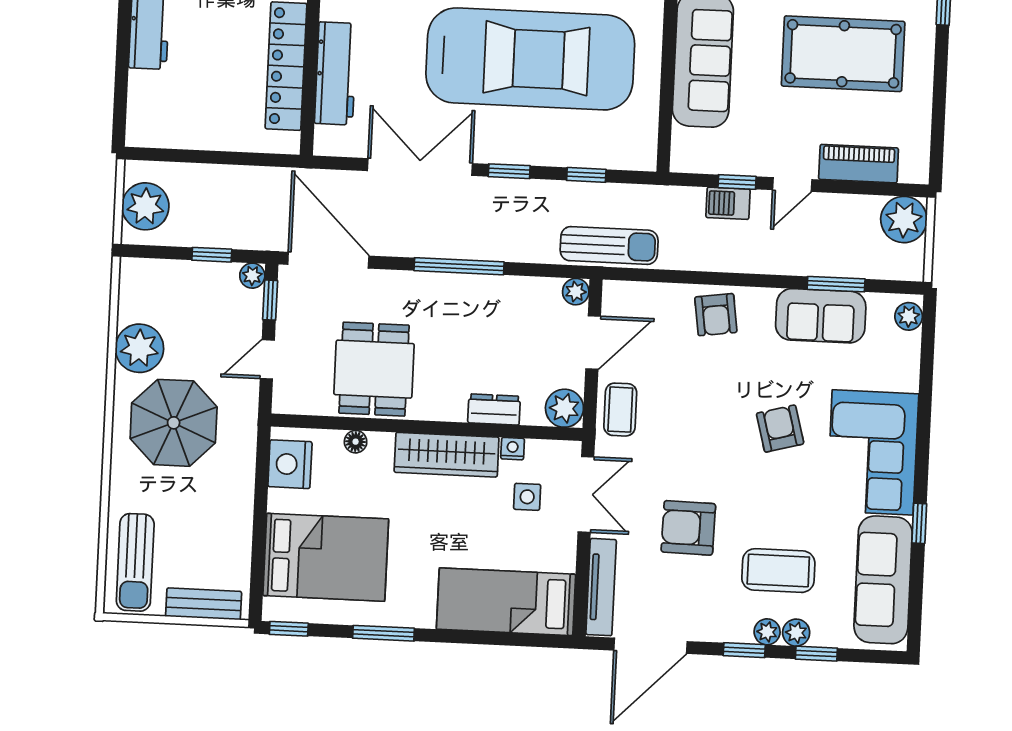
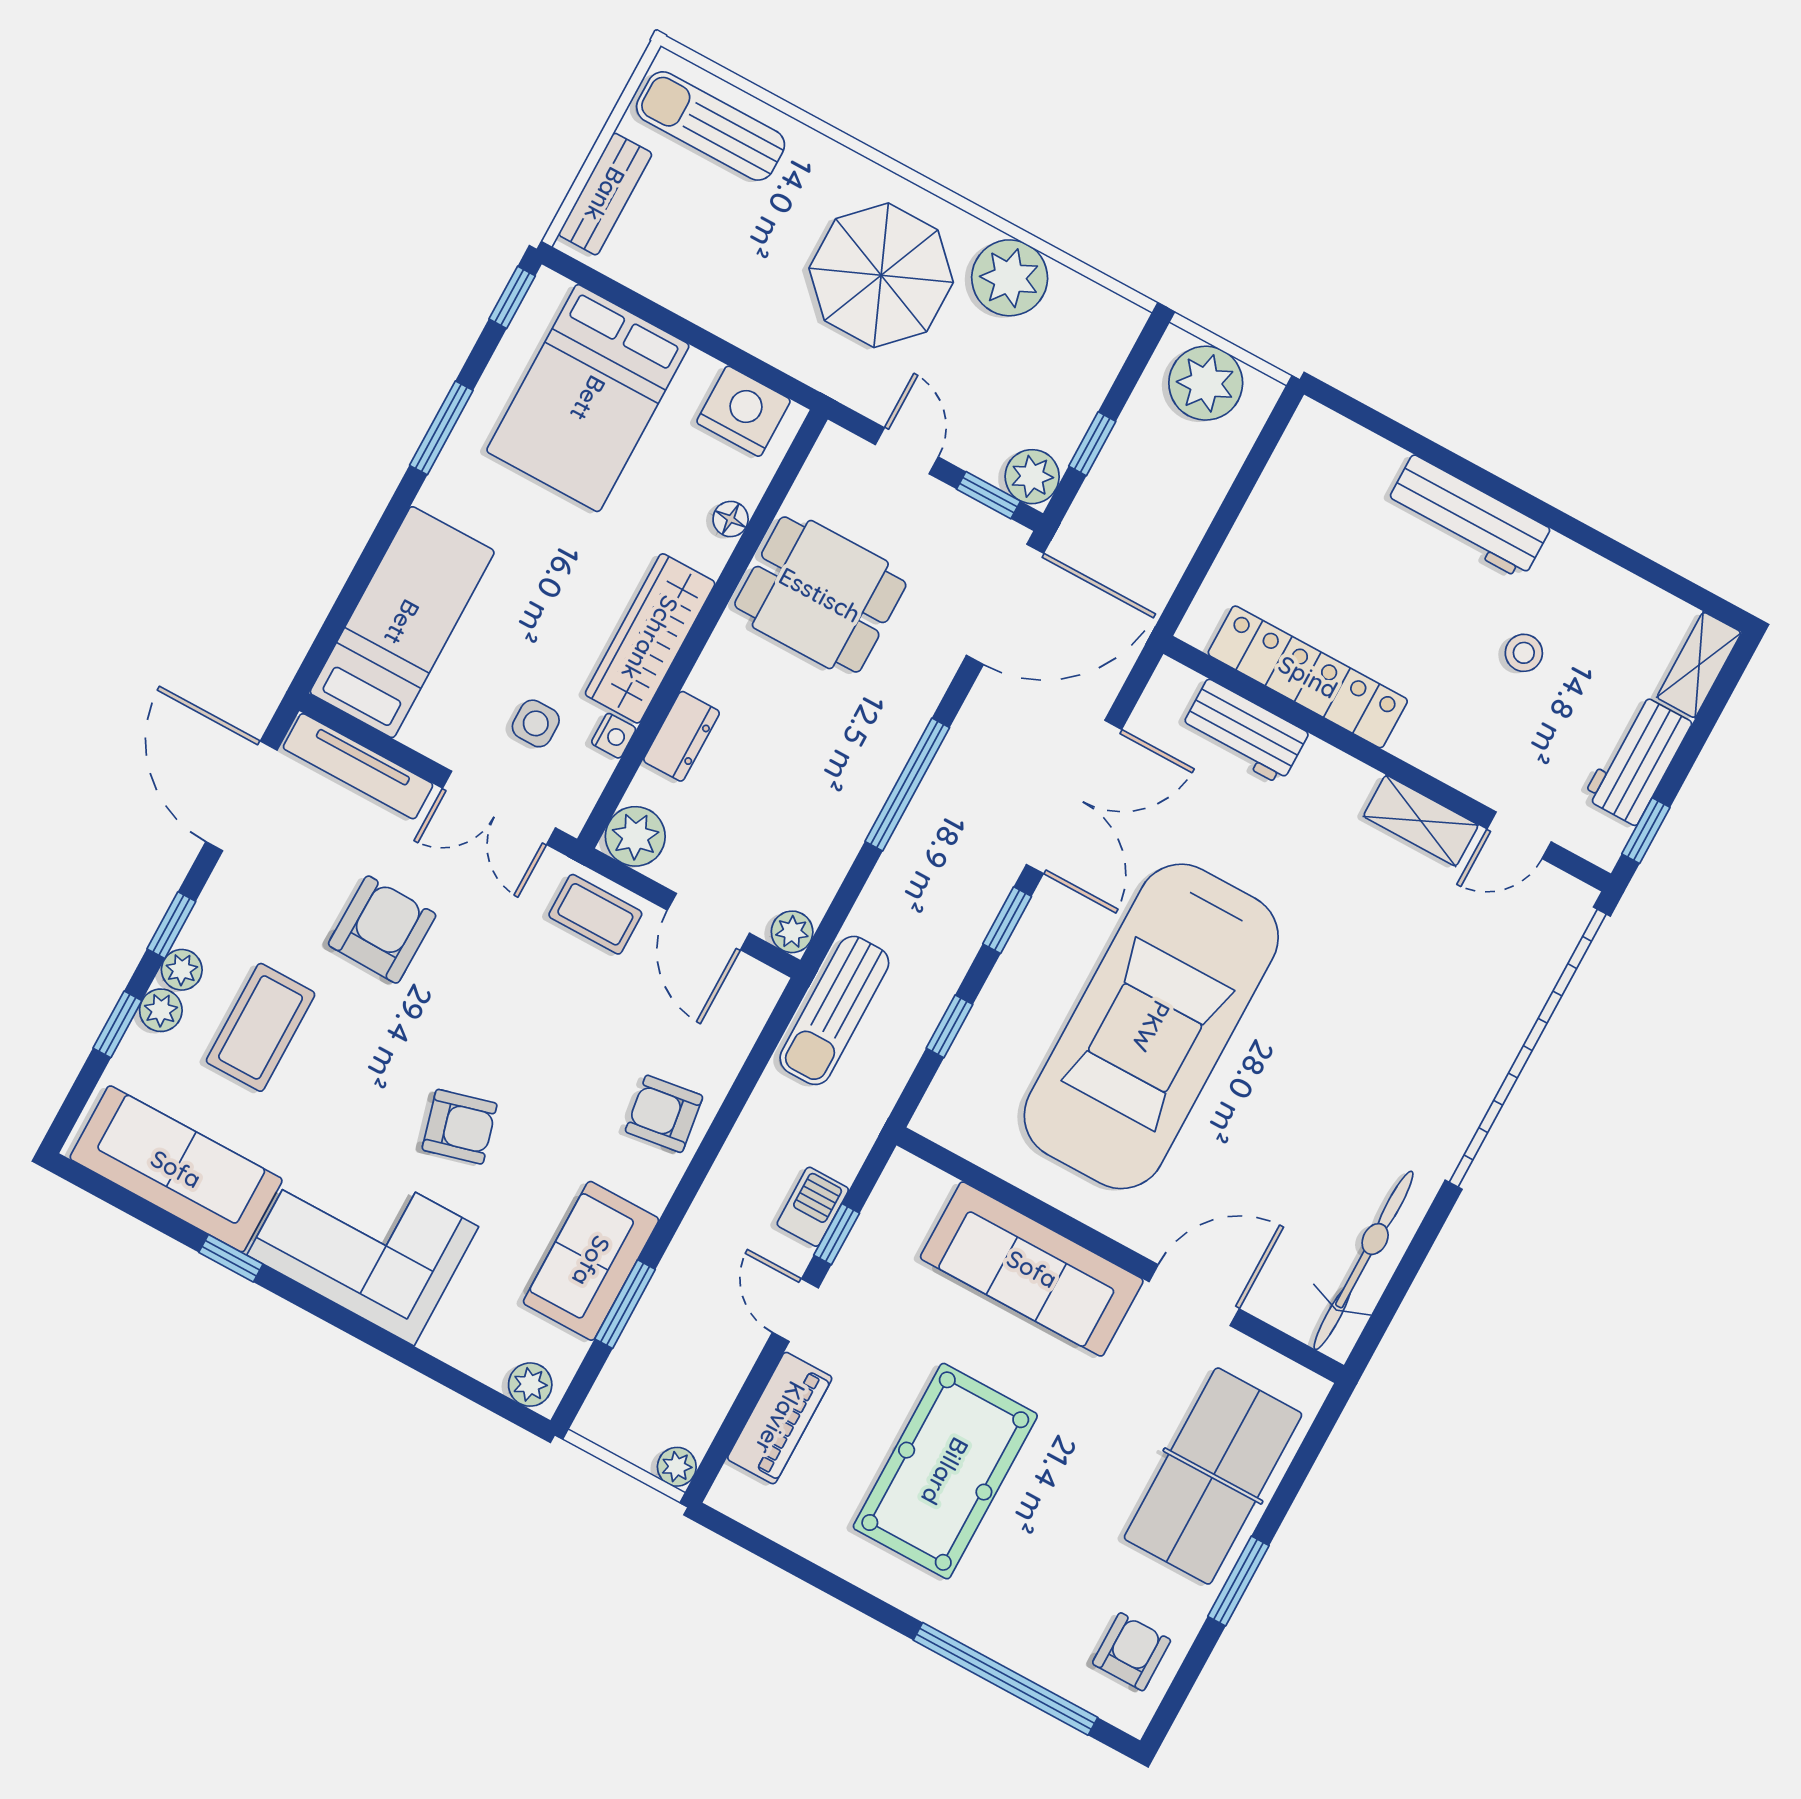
workbench: (336, 73) -> (1244, 732), width x0.73
plant: (904, 220) -> (677, 1467), width x0.53, depth x0.53
plant: (252, 276) -> (1032, 477), width x1.38, depth x1.38

